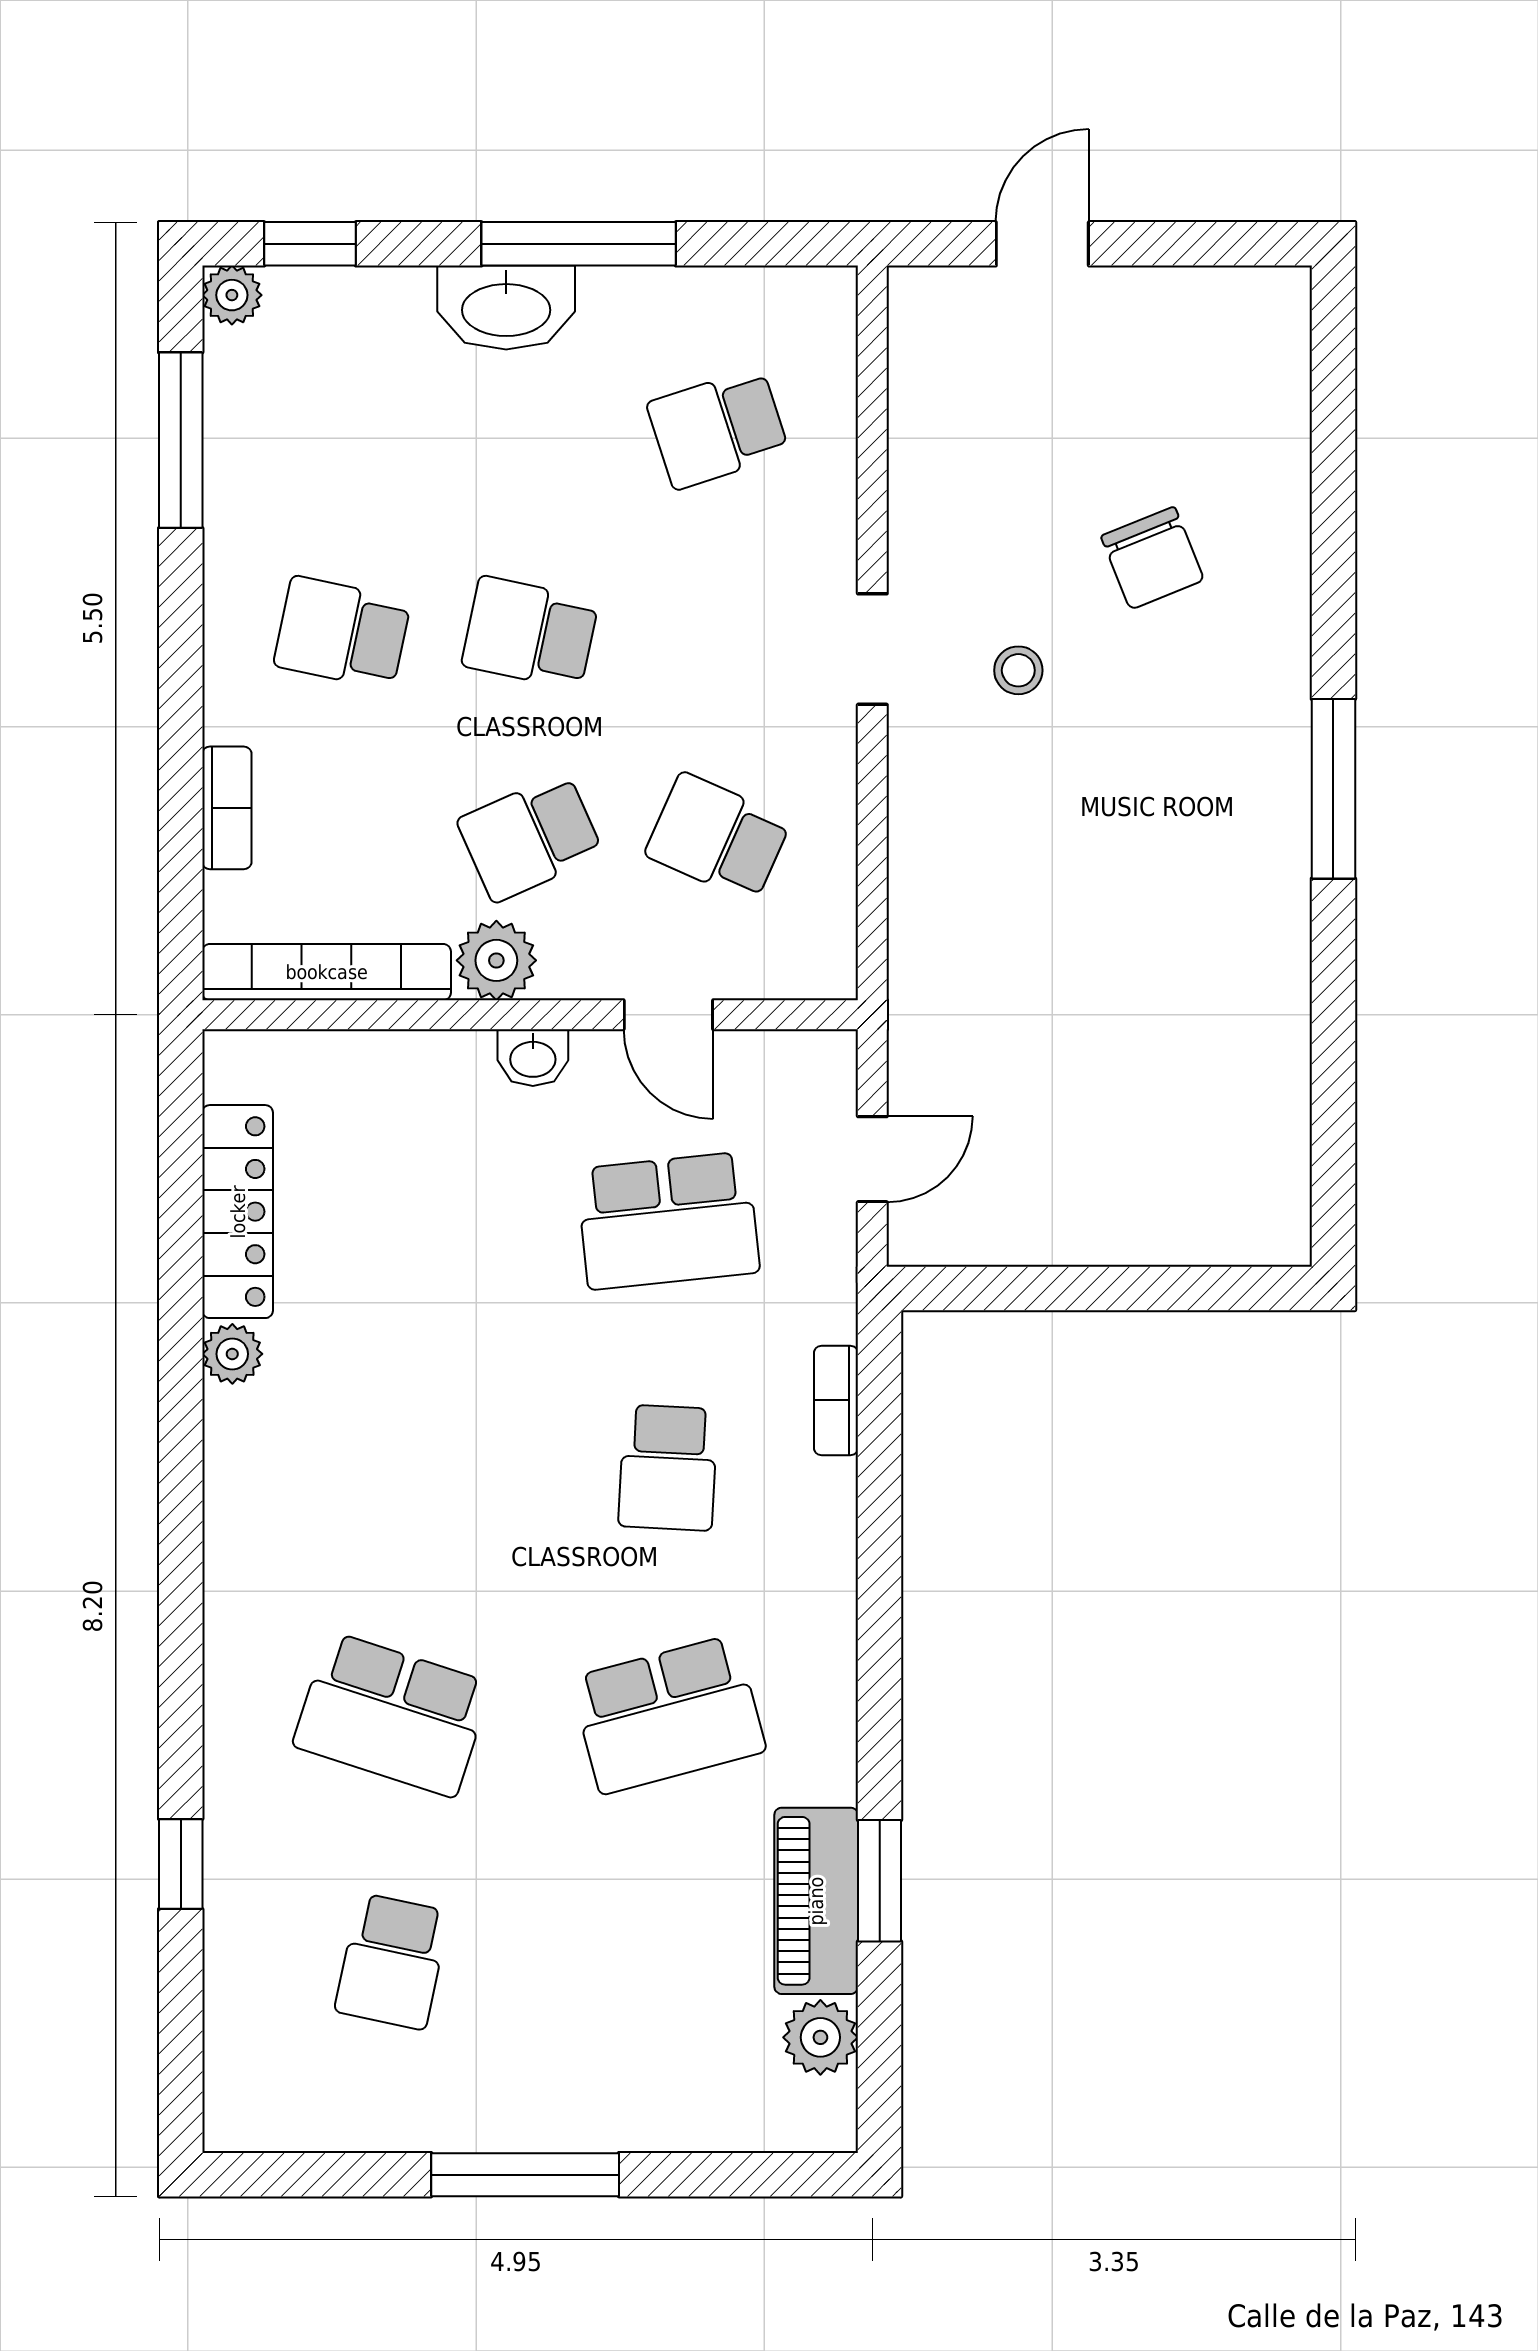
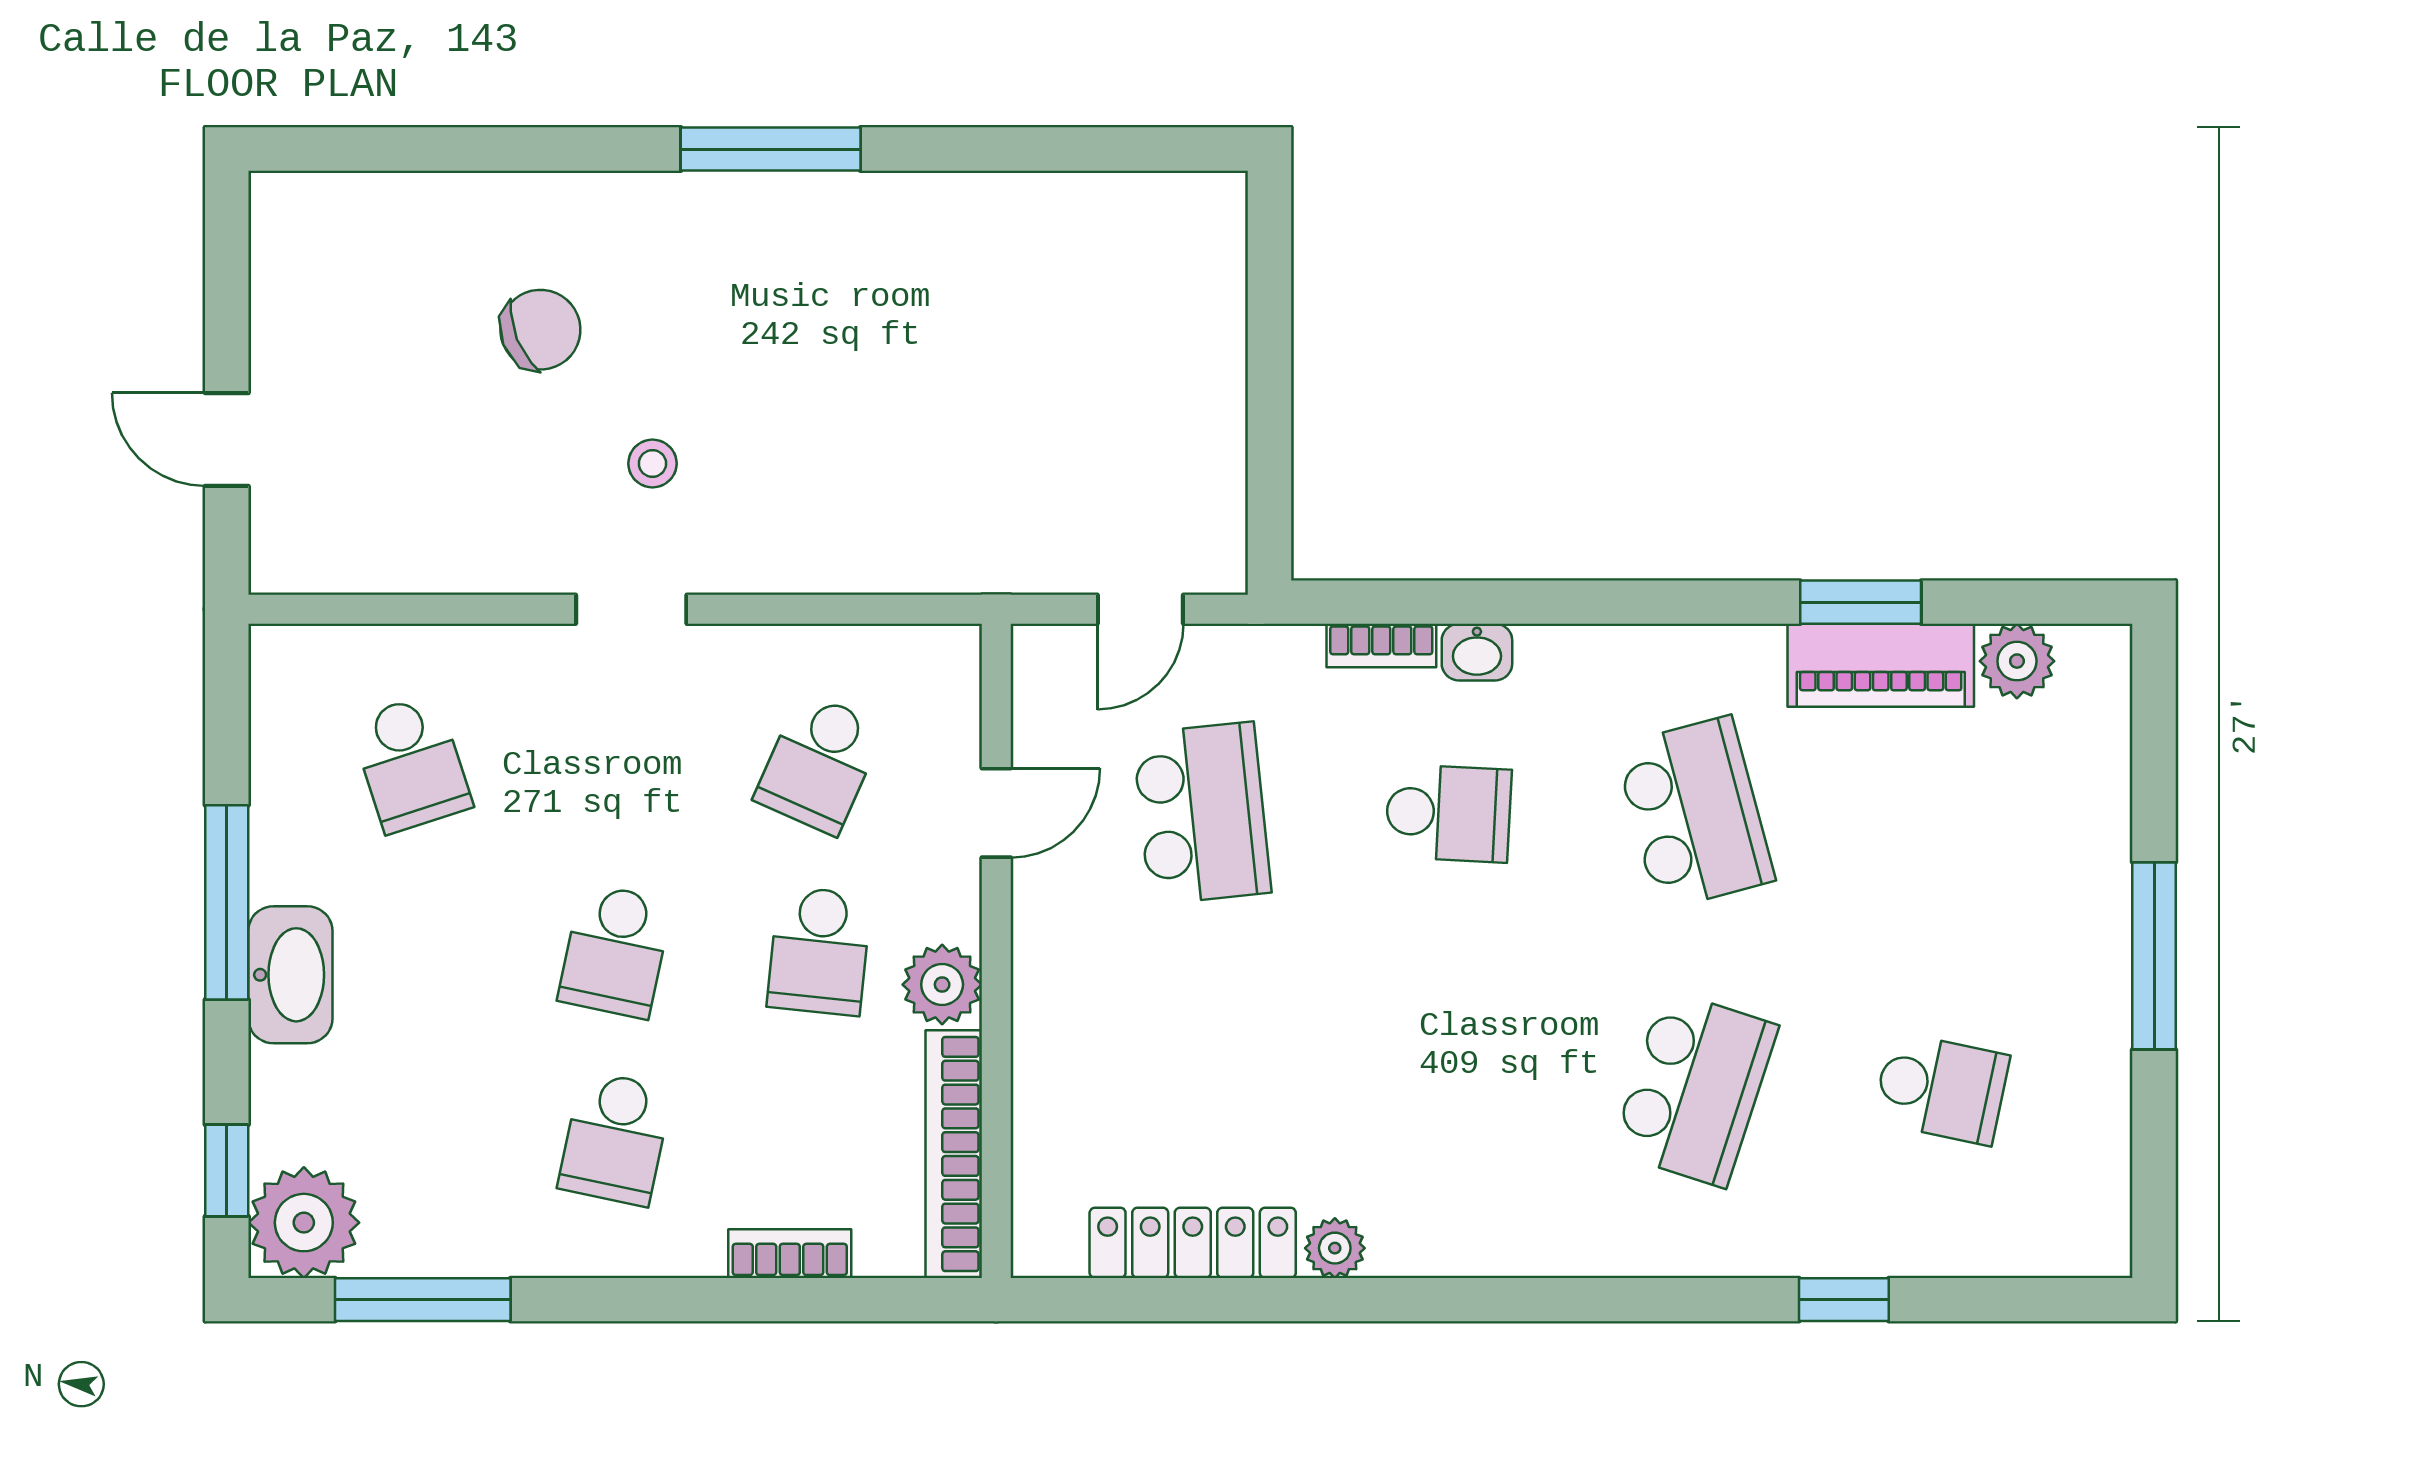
plant: (232, 295) -> (304, 1223), width x1.87, depth x1.87
school desk: (530, 837) -> (819, 951), turned 30
washbasin: (533, 1058) -> (1477, 652), moved, turned 90
door: (872, 1159) -> (1140, 609), swing flipped

